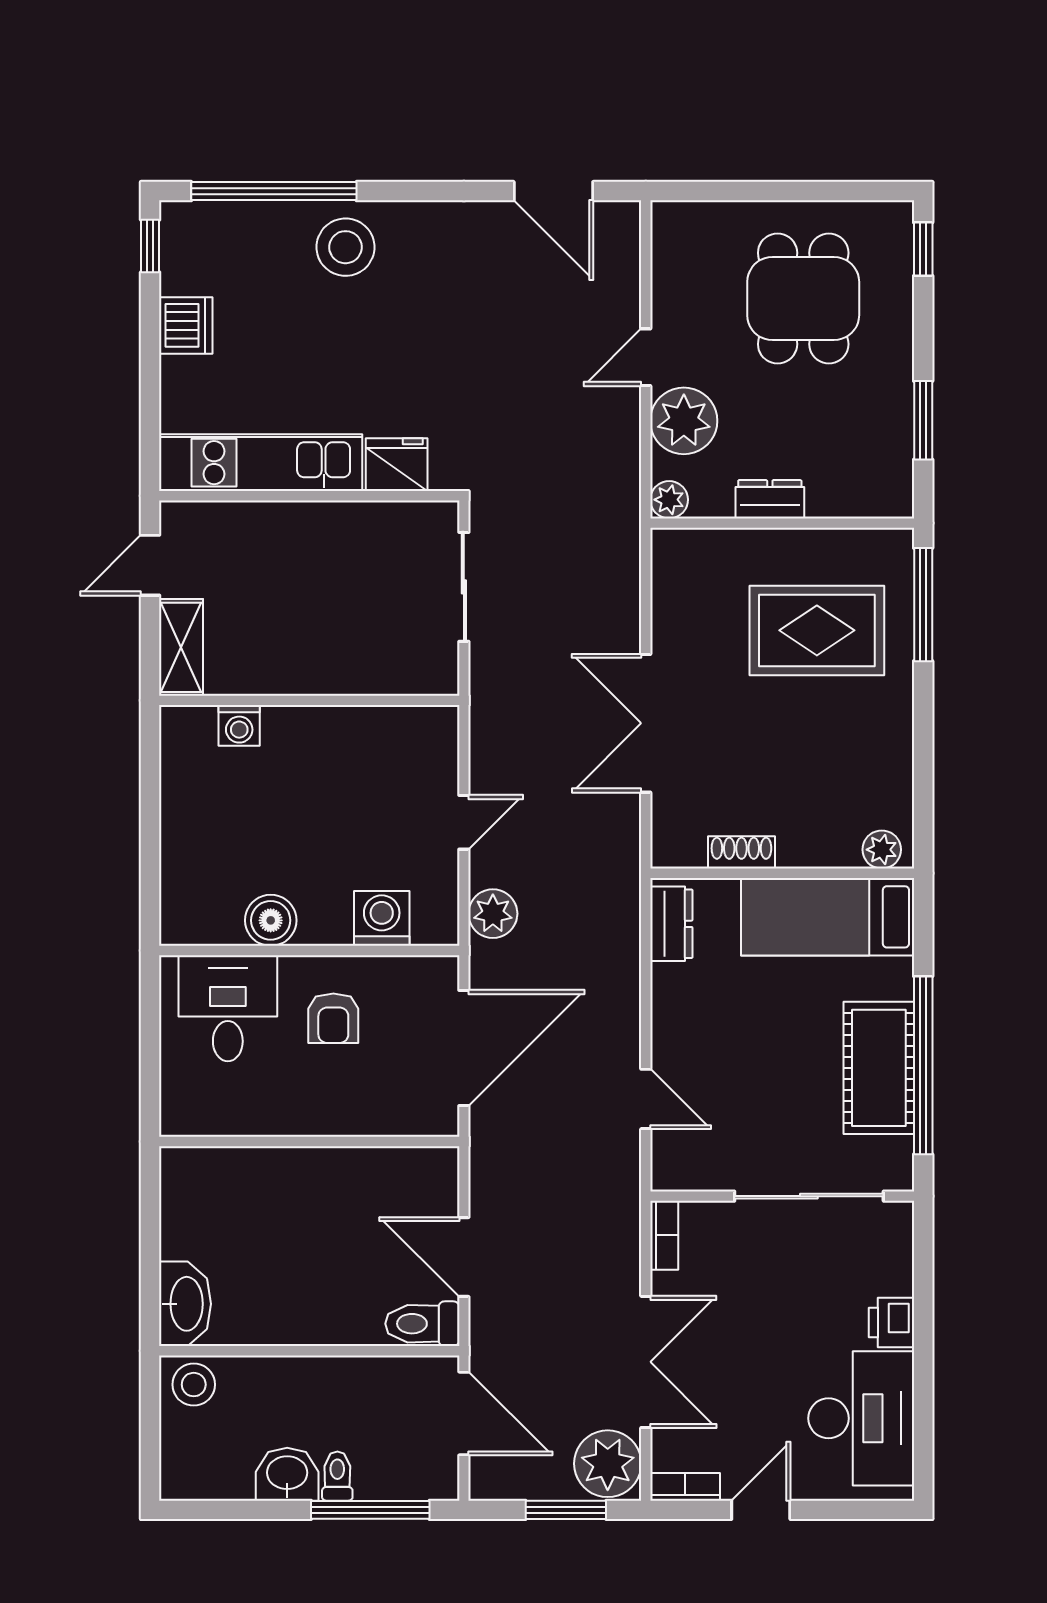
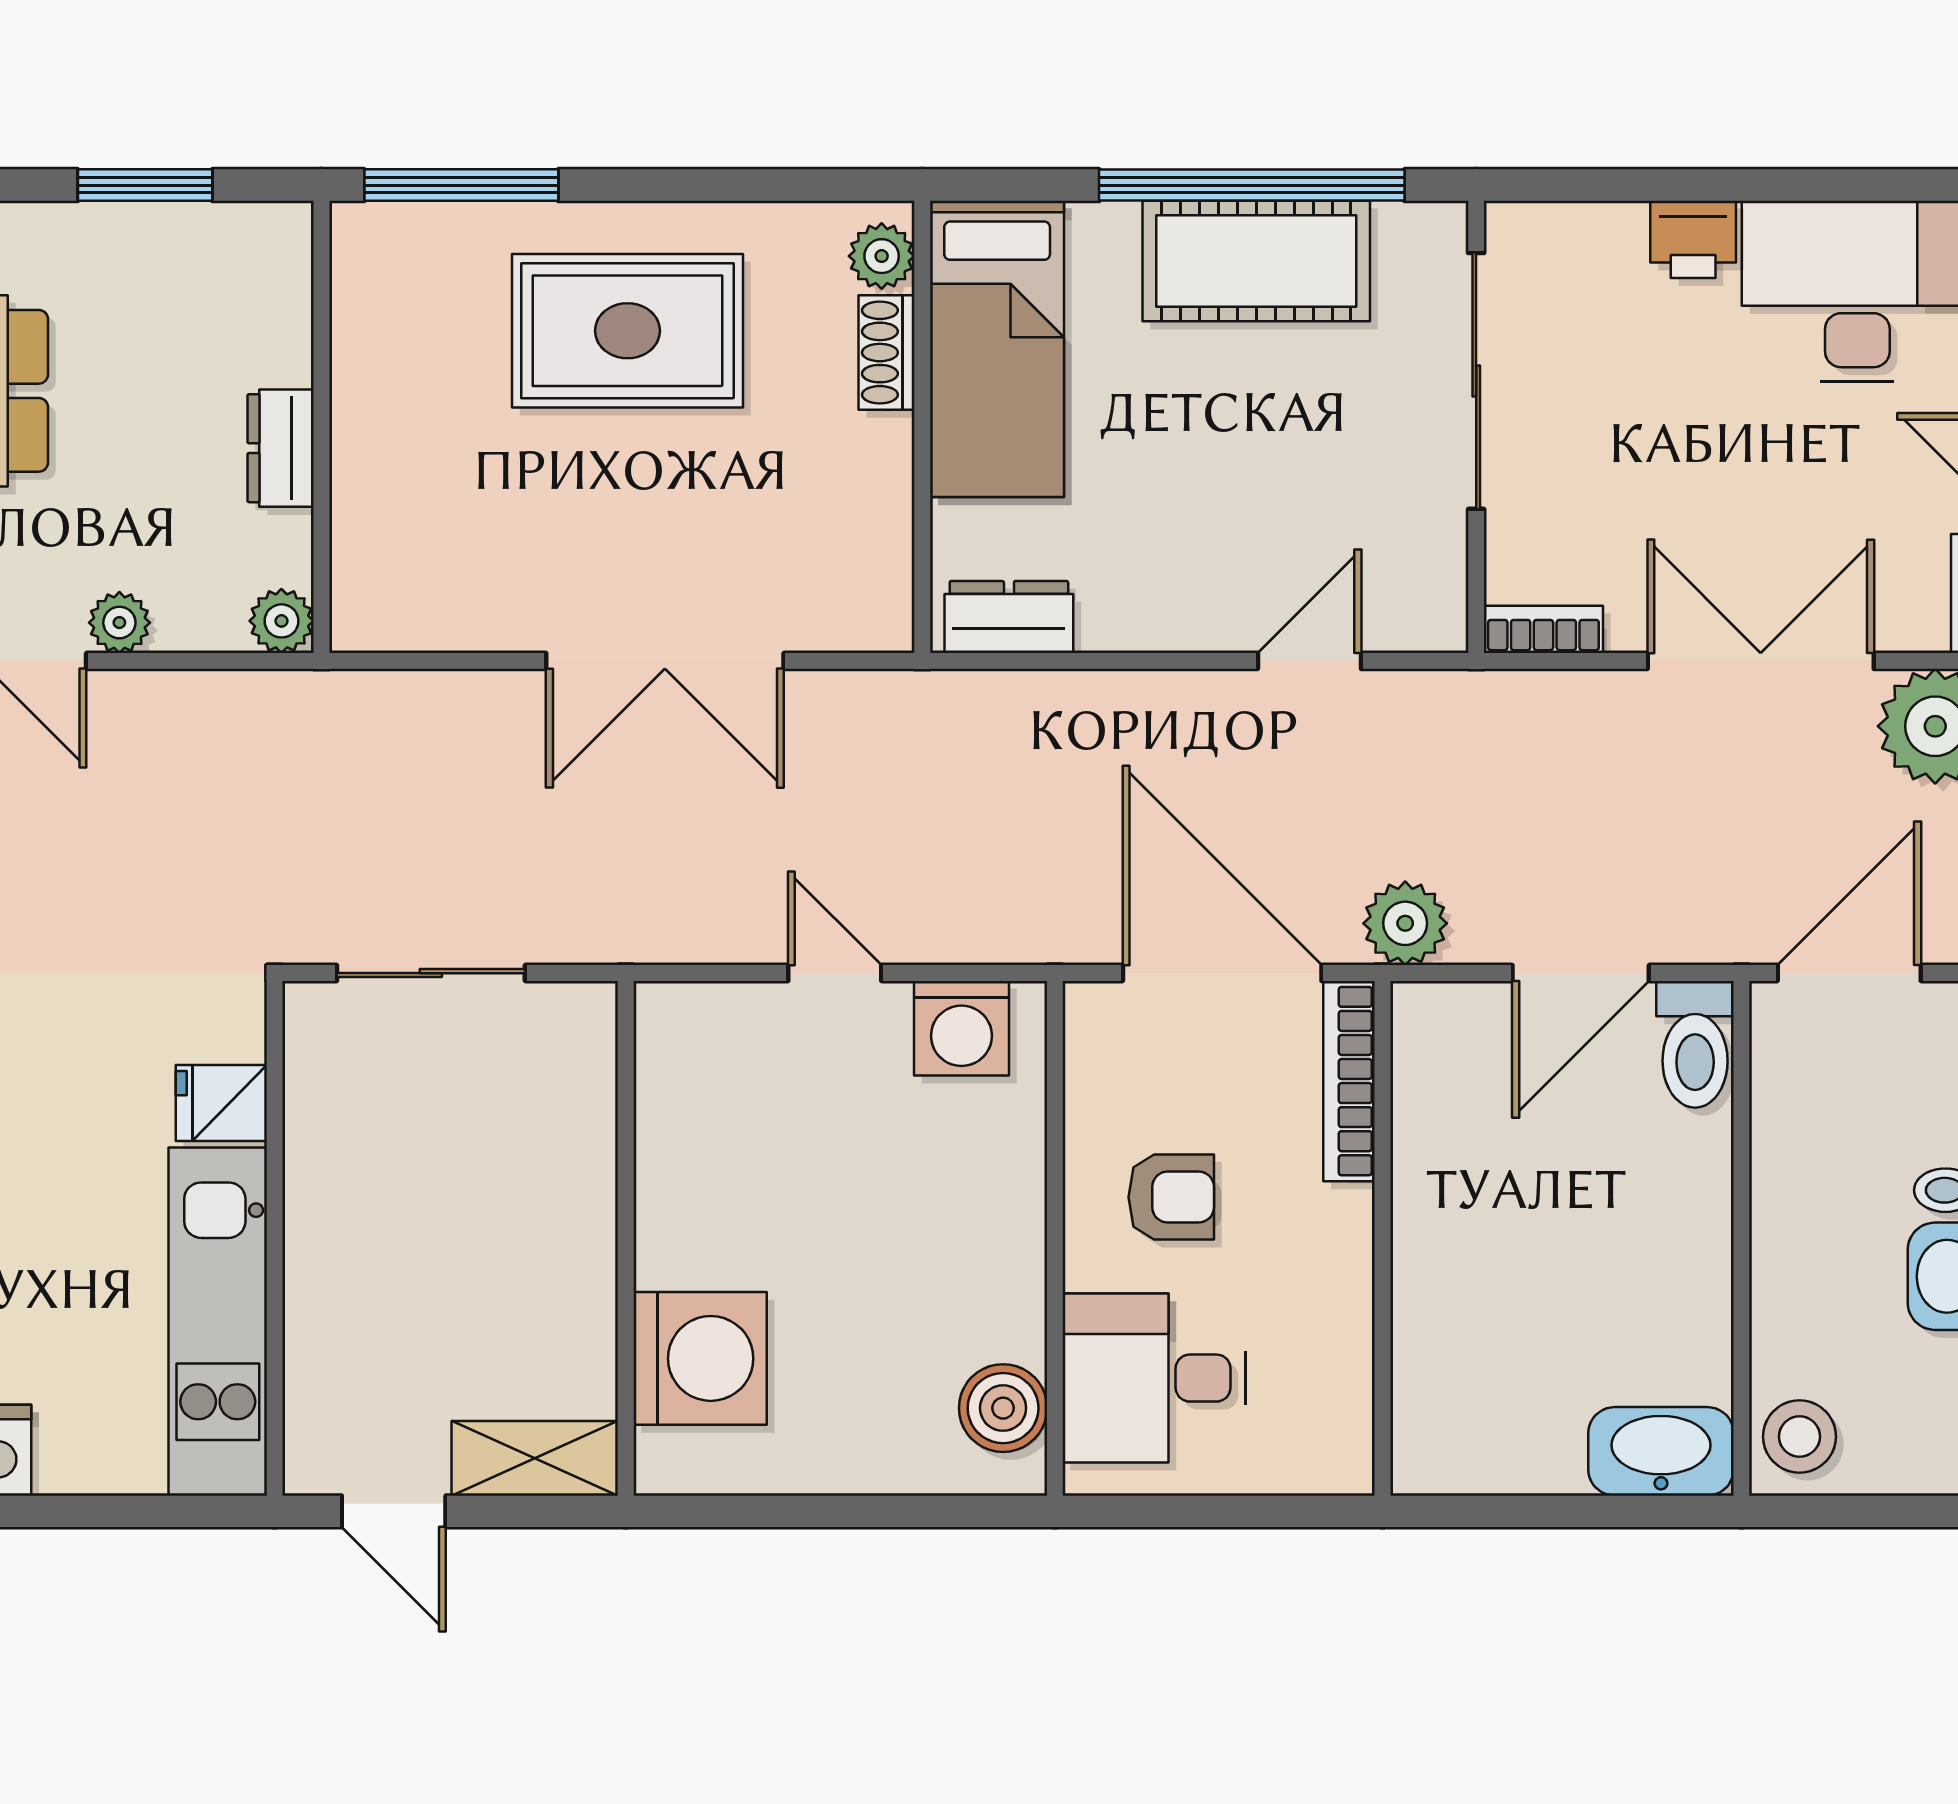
plant: (684, 421) -> (119, 623), width x0.53, depth x0.53
fridge: (397, 465) -> (221, 1103), width x0.72
rug: (817, 630) -> (628, 331), moved, turned 90
washing machine: (239, 725) -> (700, 1358), width x1.89, depth x1.89
shoe rack: (741, 852) -> (887, 353), moved
plant: (493, 914) -> (1405, 923), moved
washing machine: (382, 918) -> (961, 1028), moved, turned -90
boiler: (271, 920) -> (1003, 1408), moved
bookcase: (401, 1122) -> (1349, 1081), added

